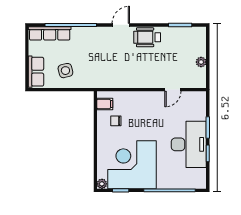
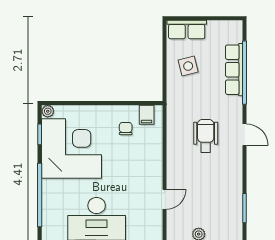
row of seats: (50, 33) -> (234, 70), moved
wheelchair: (147, 37) -> (206, 136), moved
door: (173, 90) -> (165, 199), swing flipped

